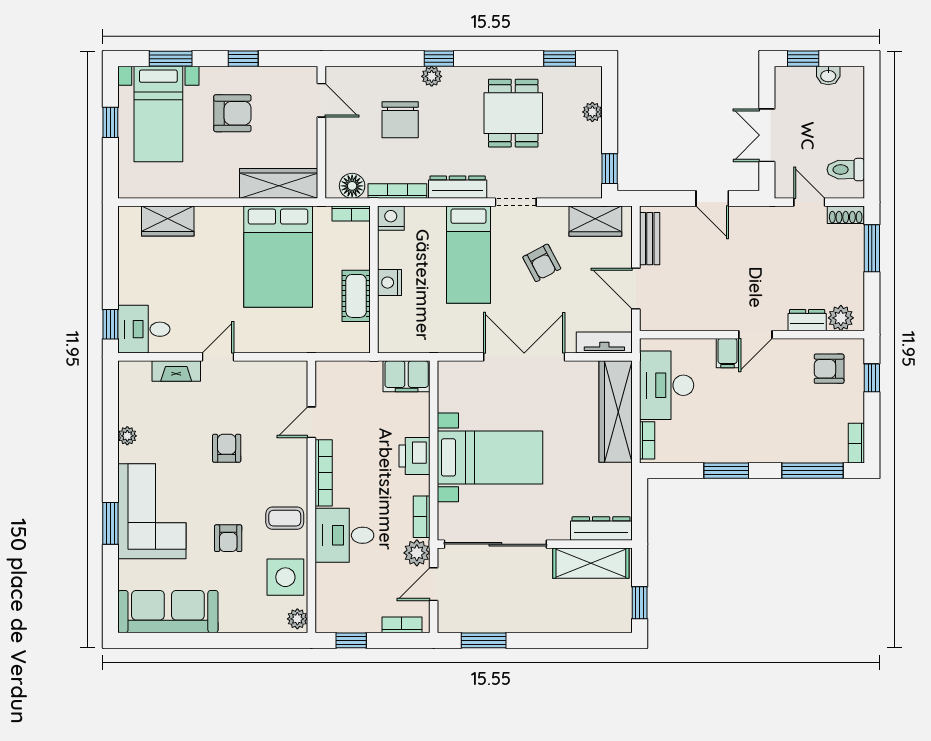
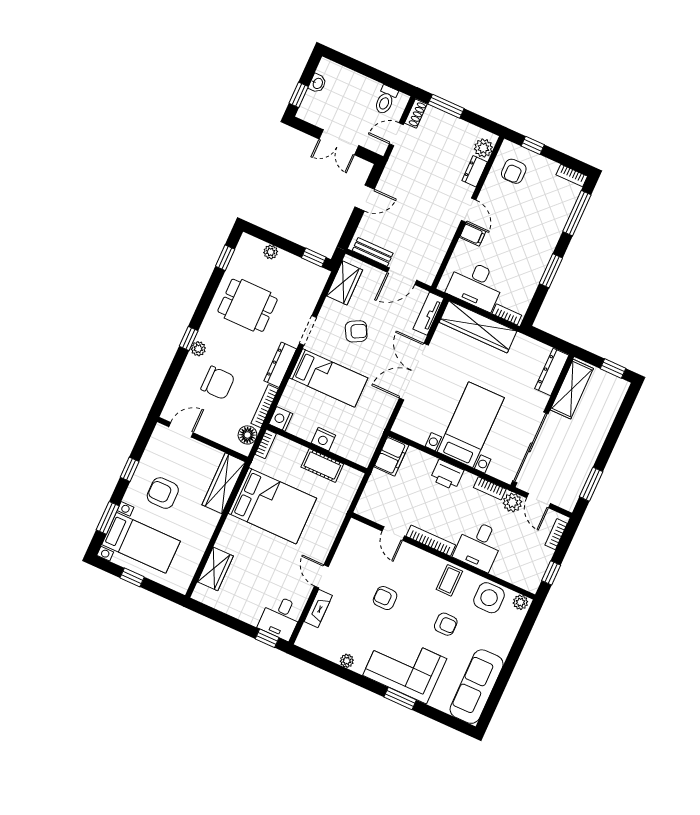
armchair: (232, 113) -> (163, 493), turned -90

